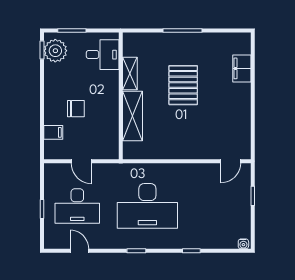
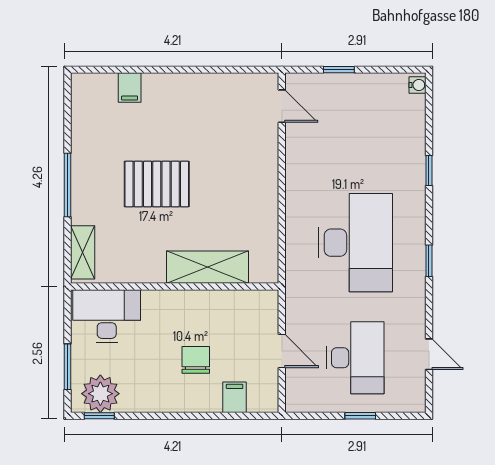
desk: (103, 55) -> (107, 316), width x1.37
filing cabinet: (242, 68) -> (130, 88), width x0.50
shelving: (130, 74) -> (83, 252), moved, turned 90
door: (81, 161) -> (282, 351), hinge flipped
door: (79, 251) -> (429, 354), swing flipped

